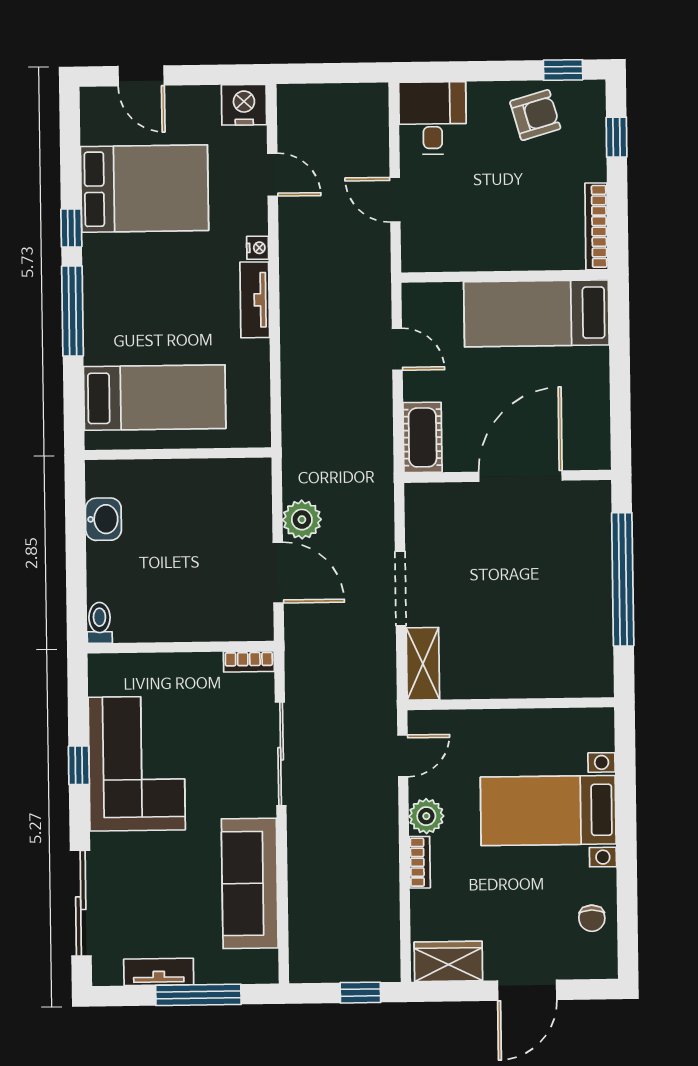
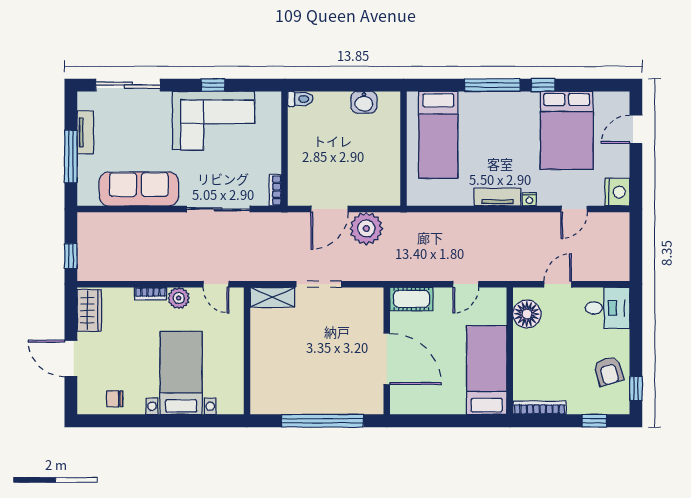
floor lamp: (444, 249) -> (527, 314), added
plant: (302, 520) -> (366, 228), width x1.36, depth x1.36

